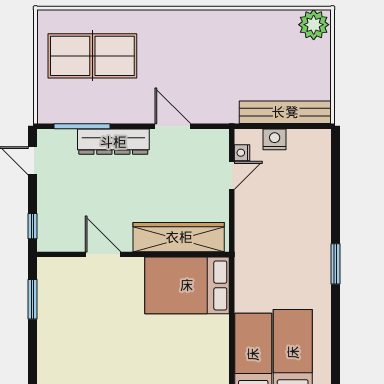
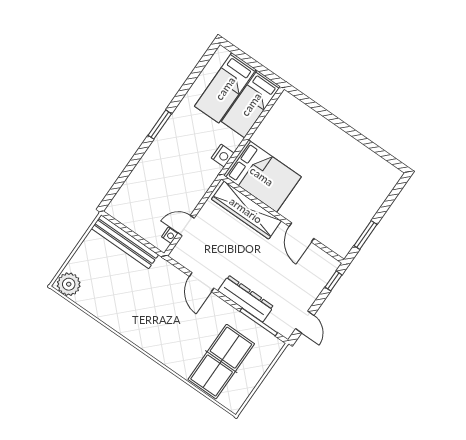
table tennis table: (92, 56) -> (221, 362), turned 90
nightstand: (275, 139) -> (223, 156), moved, turned -90

